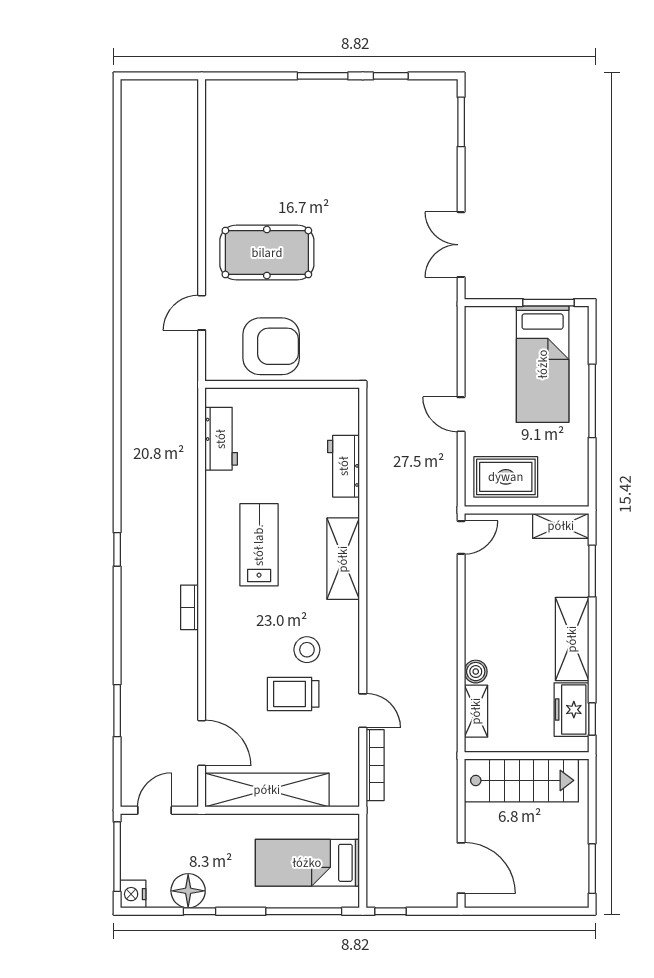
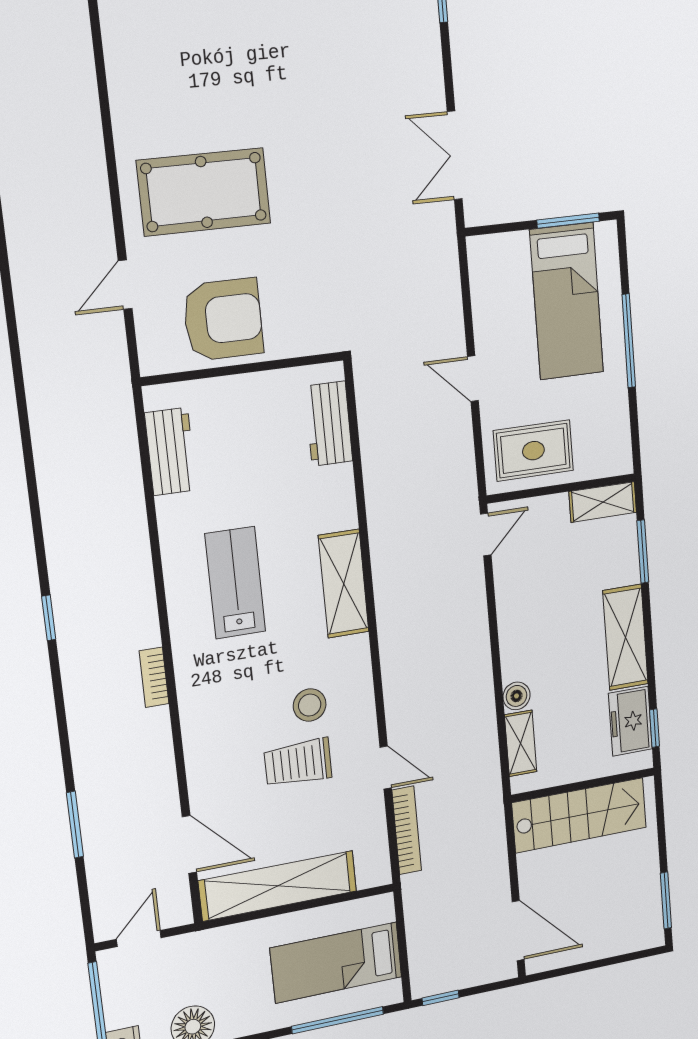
workbench: (344, 466) -> (329, 424), moved

